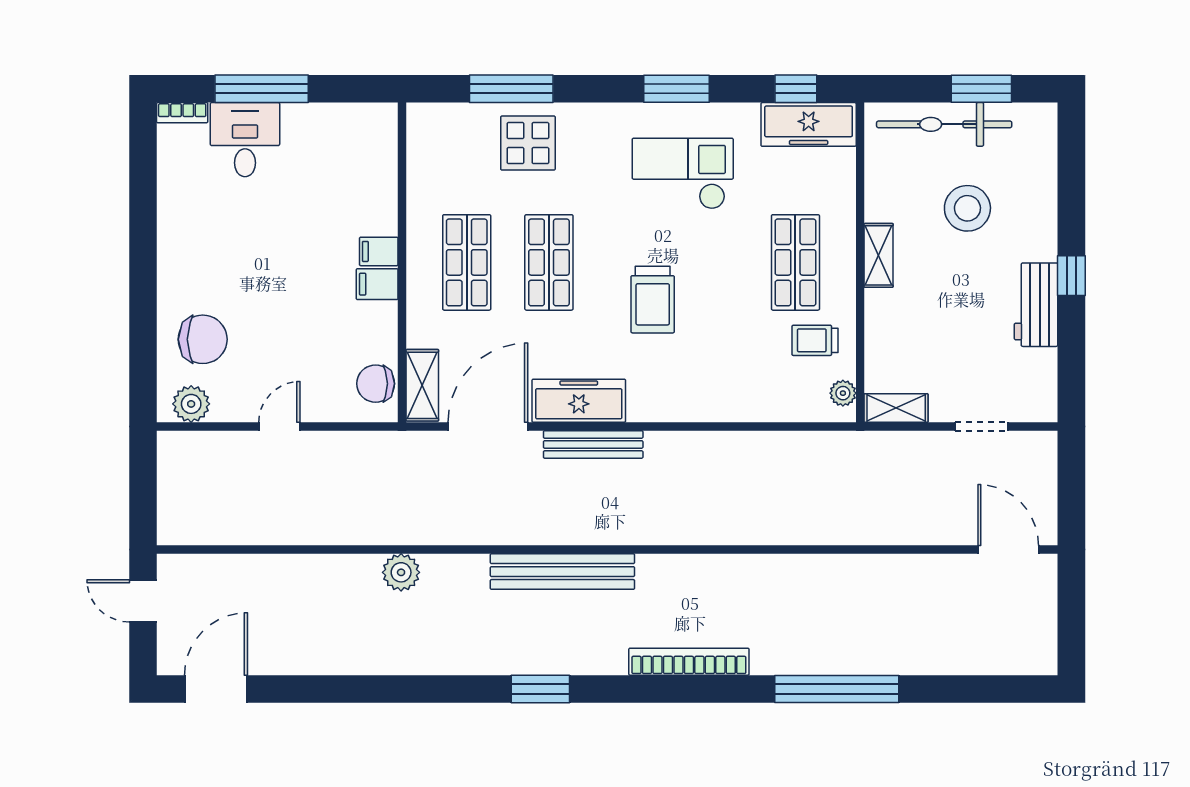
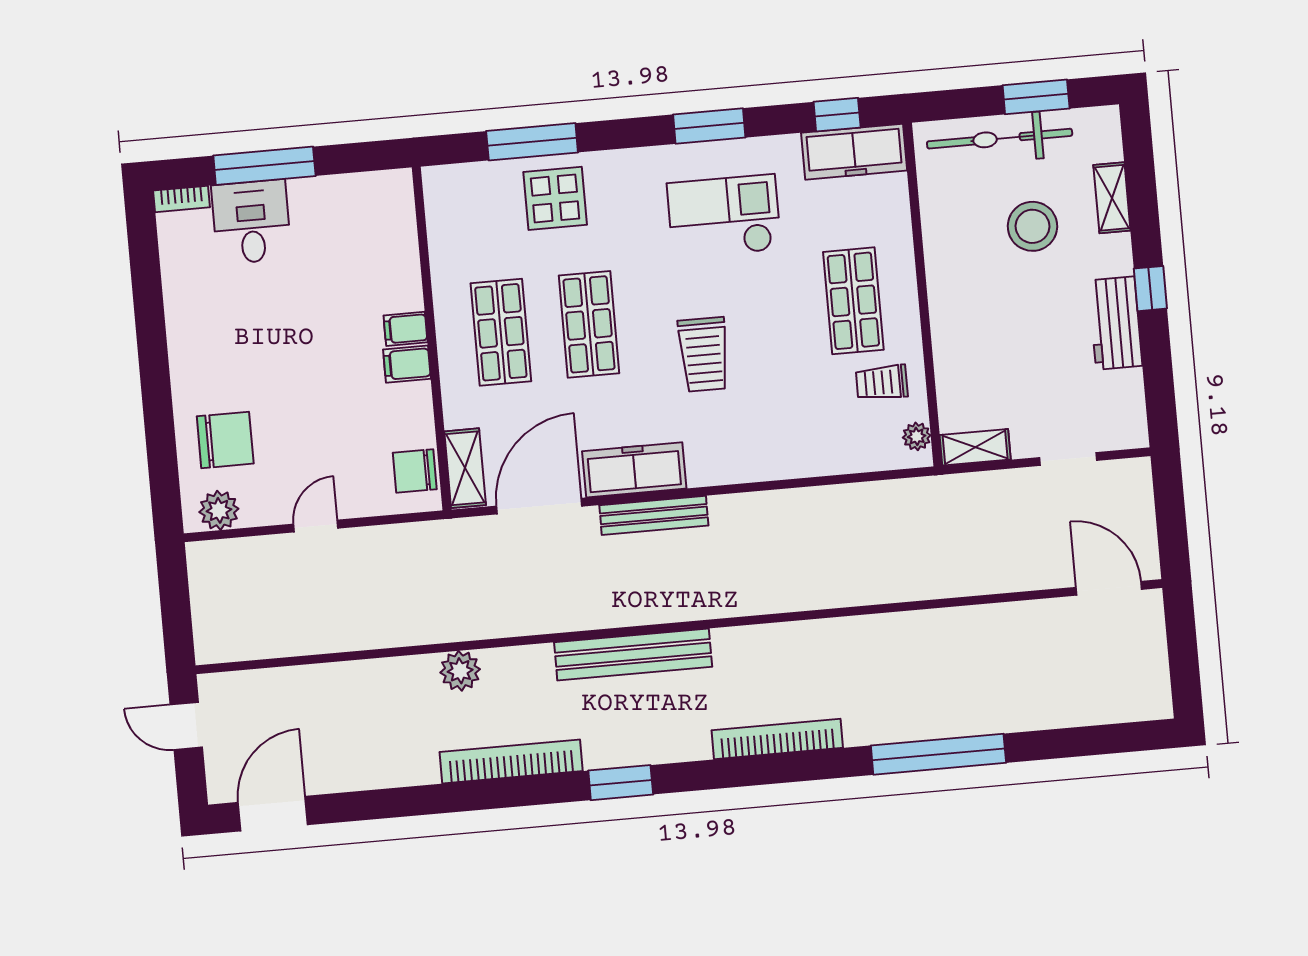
shelving: (879, 255) -> (1112, 198), moved
bookcase: (441, 660) -> (511, 762), added

